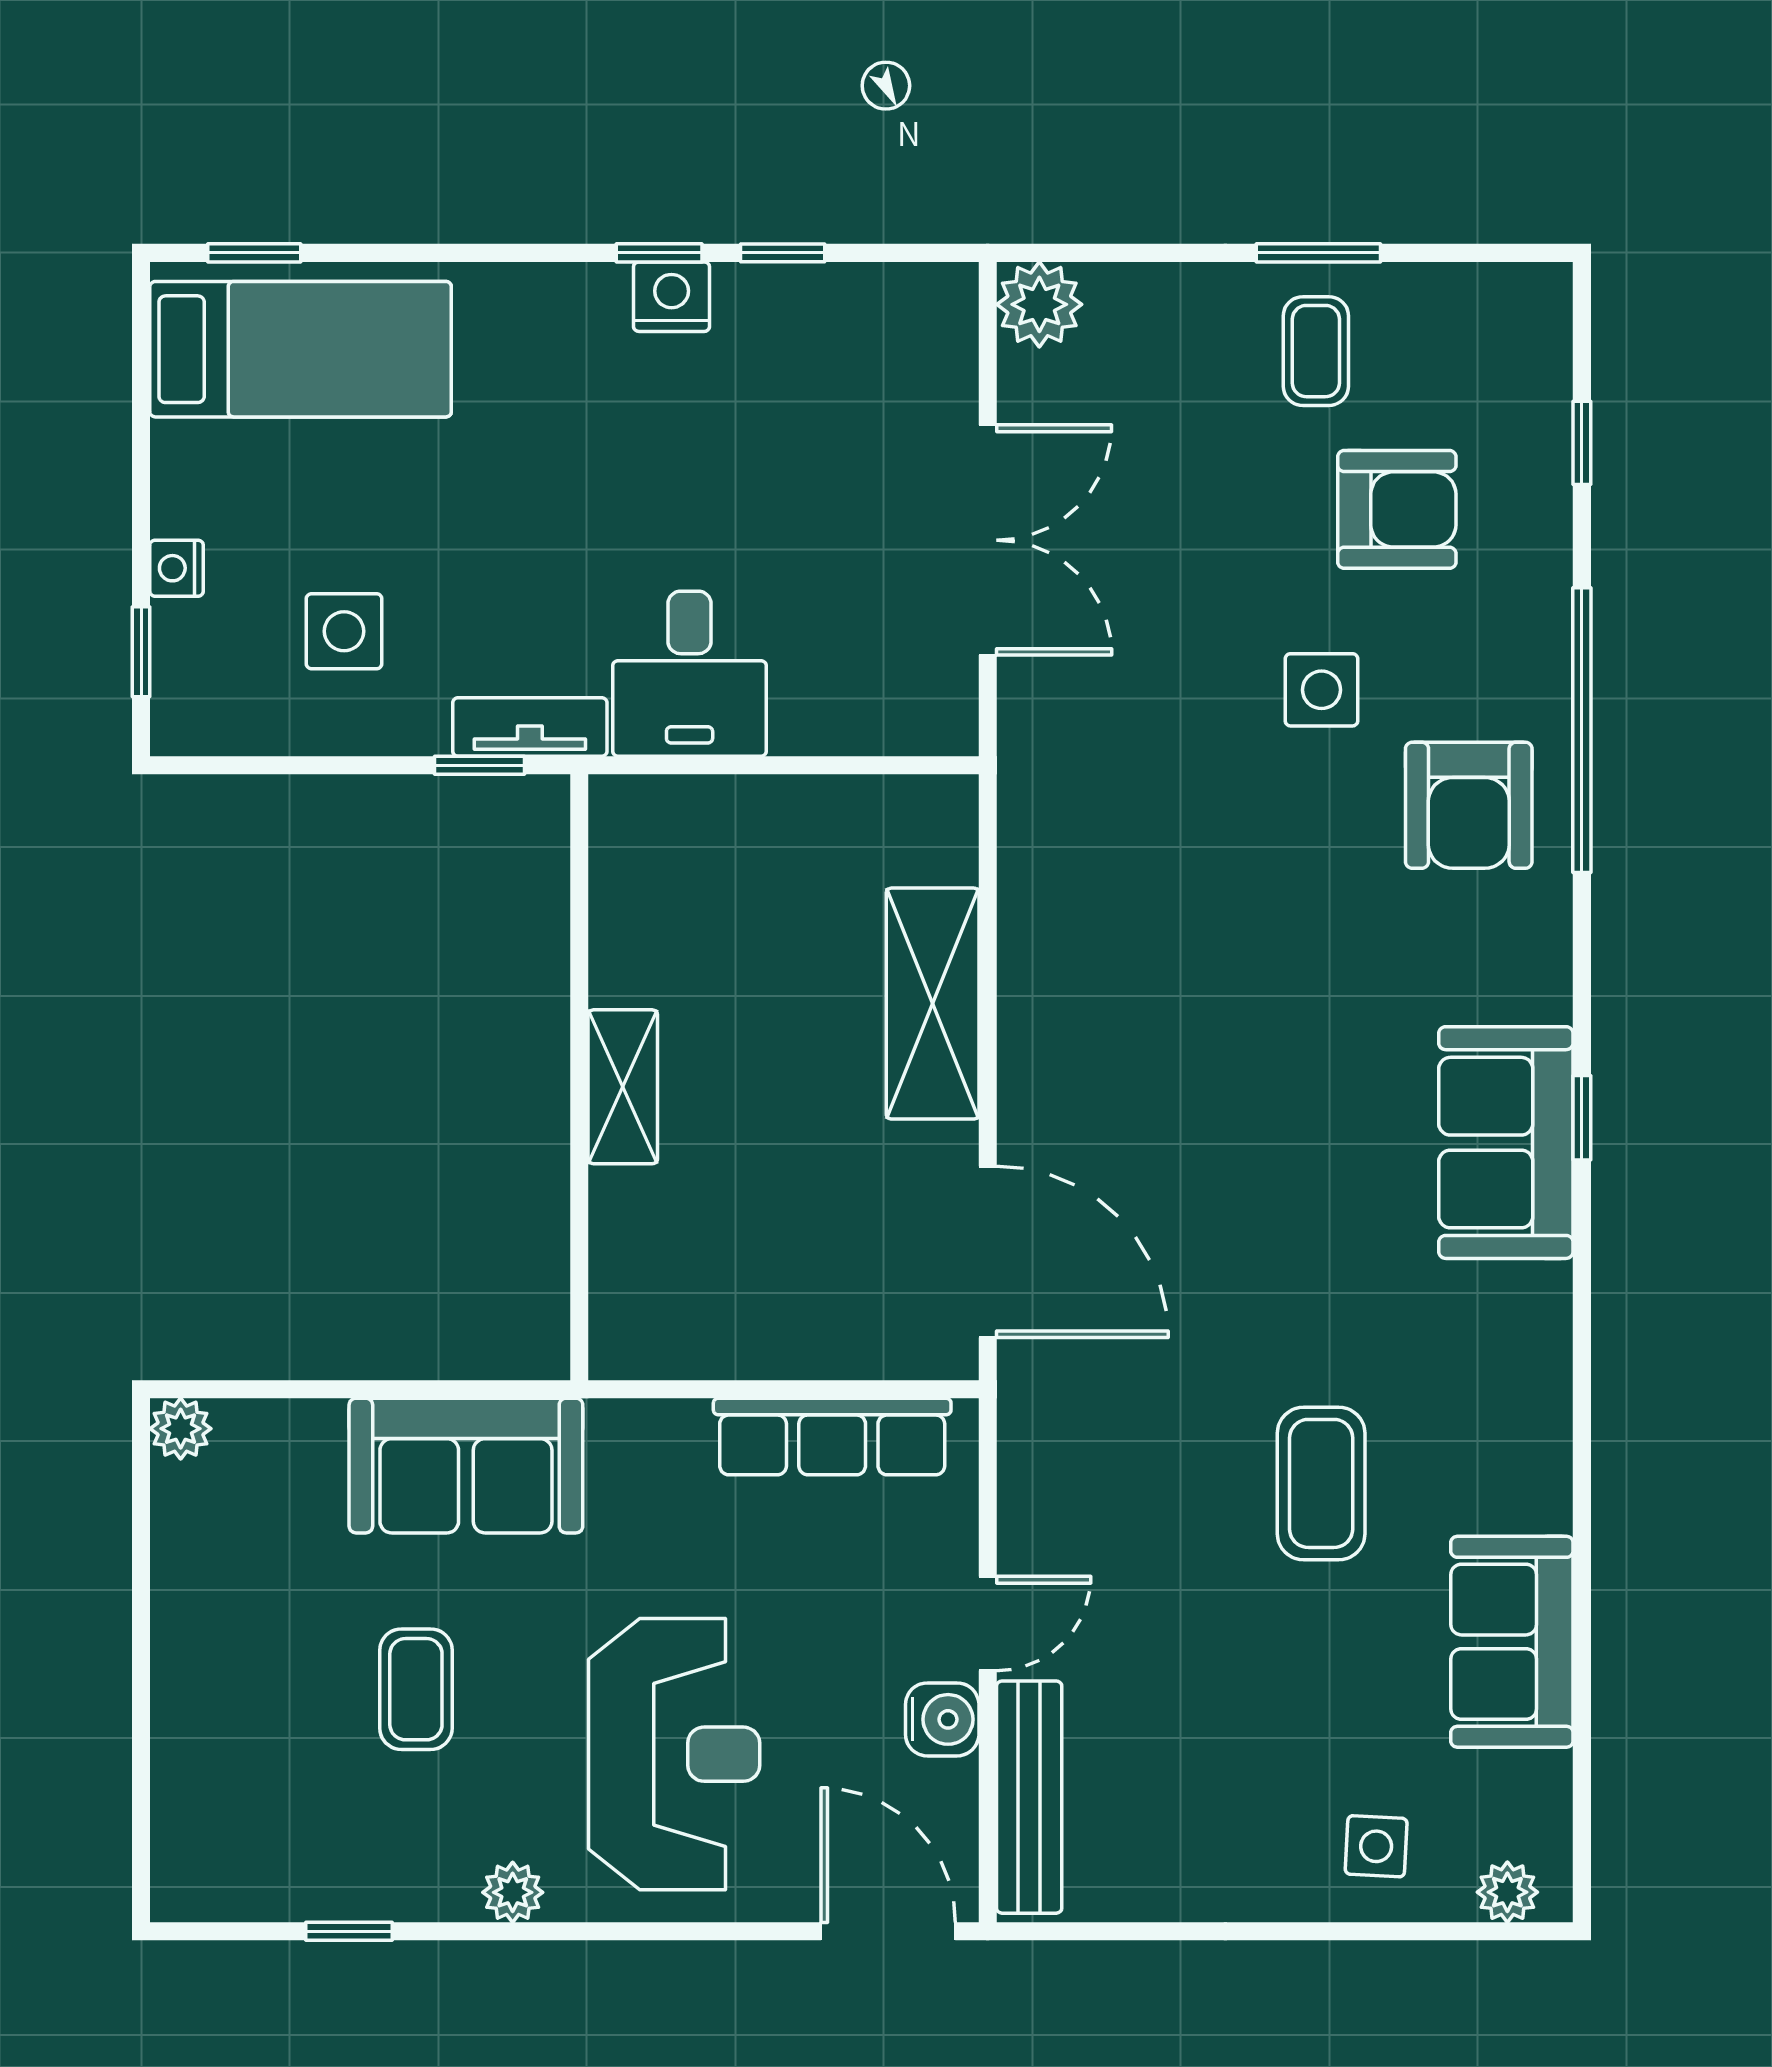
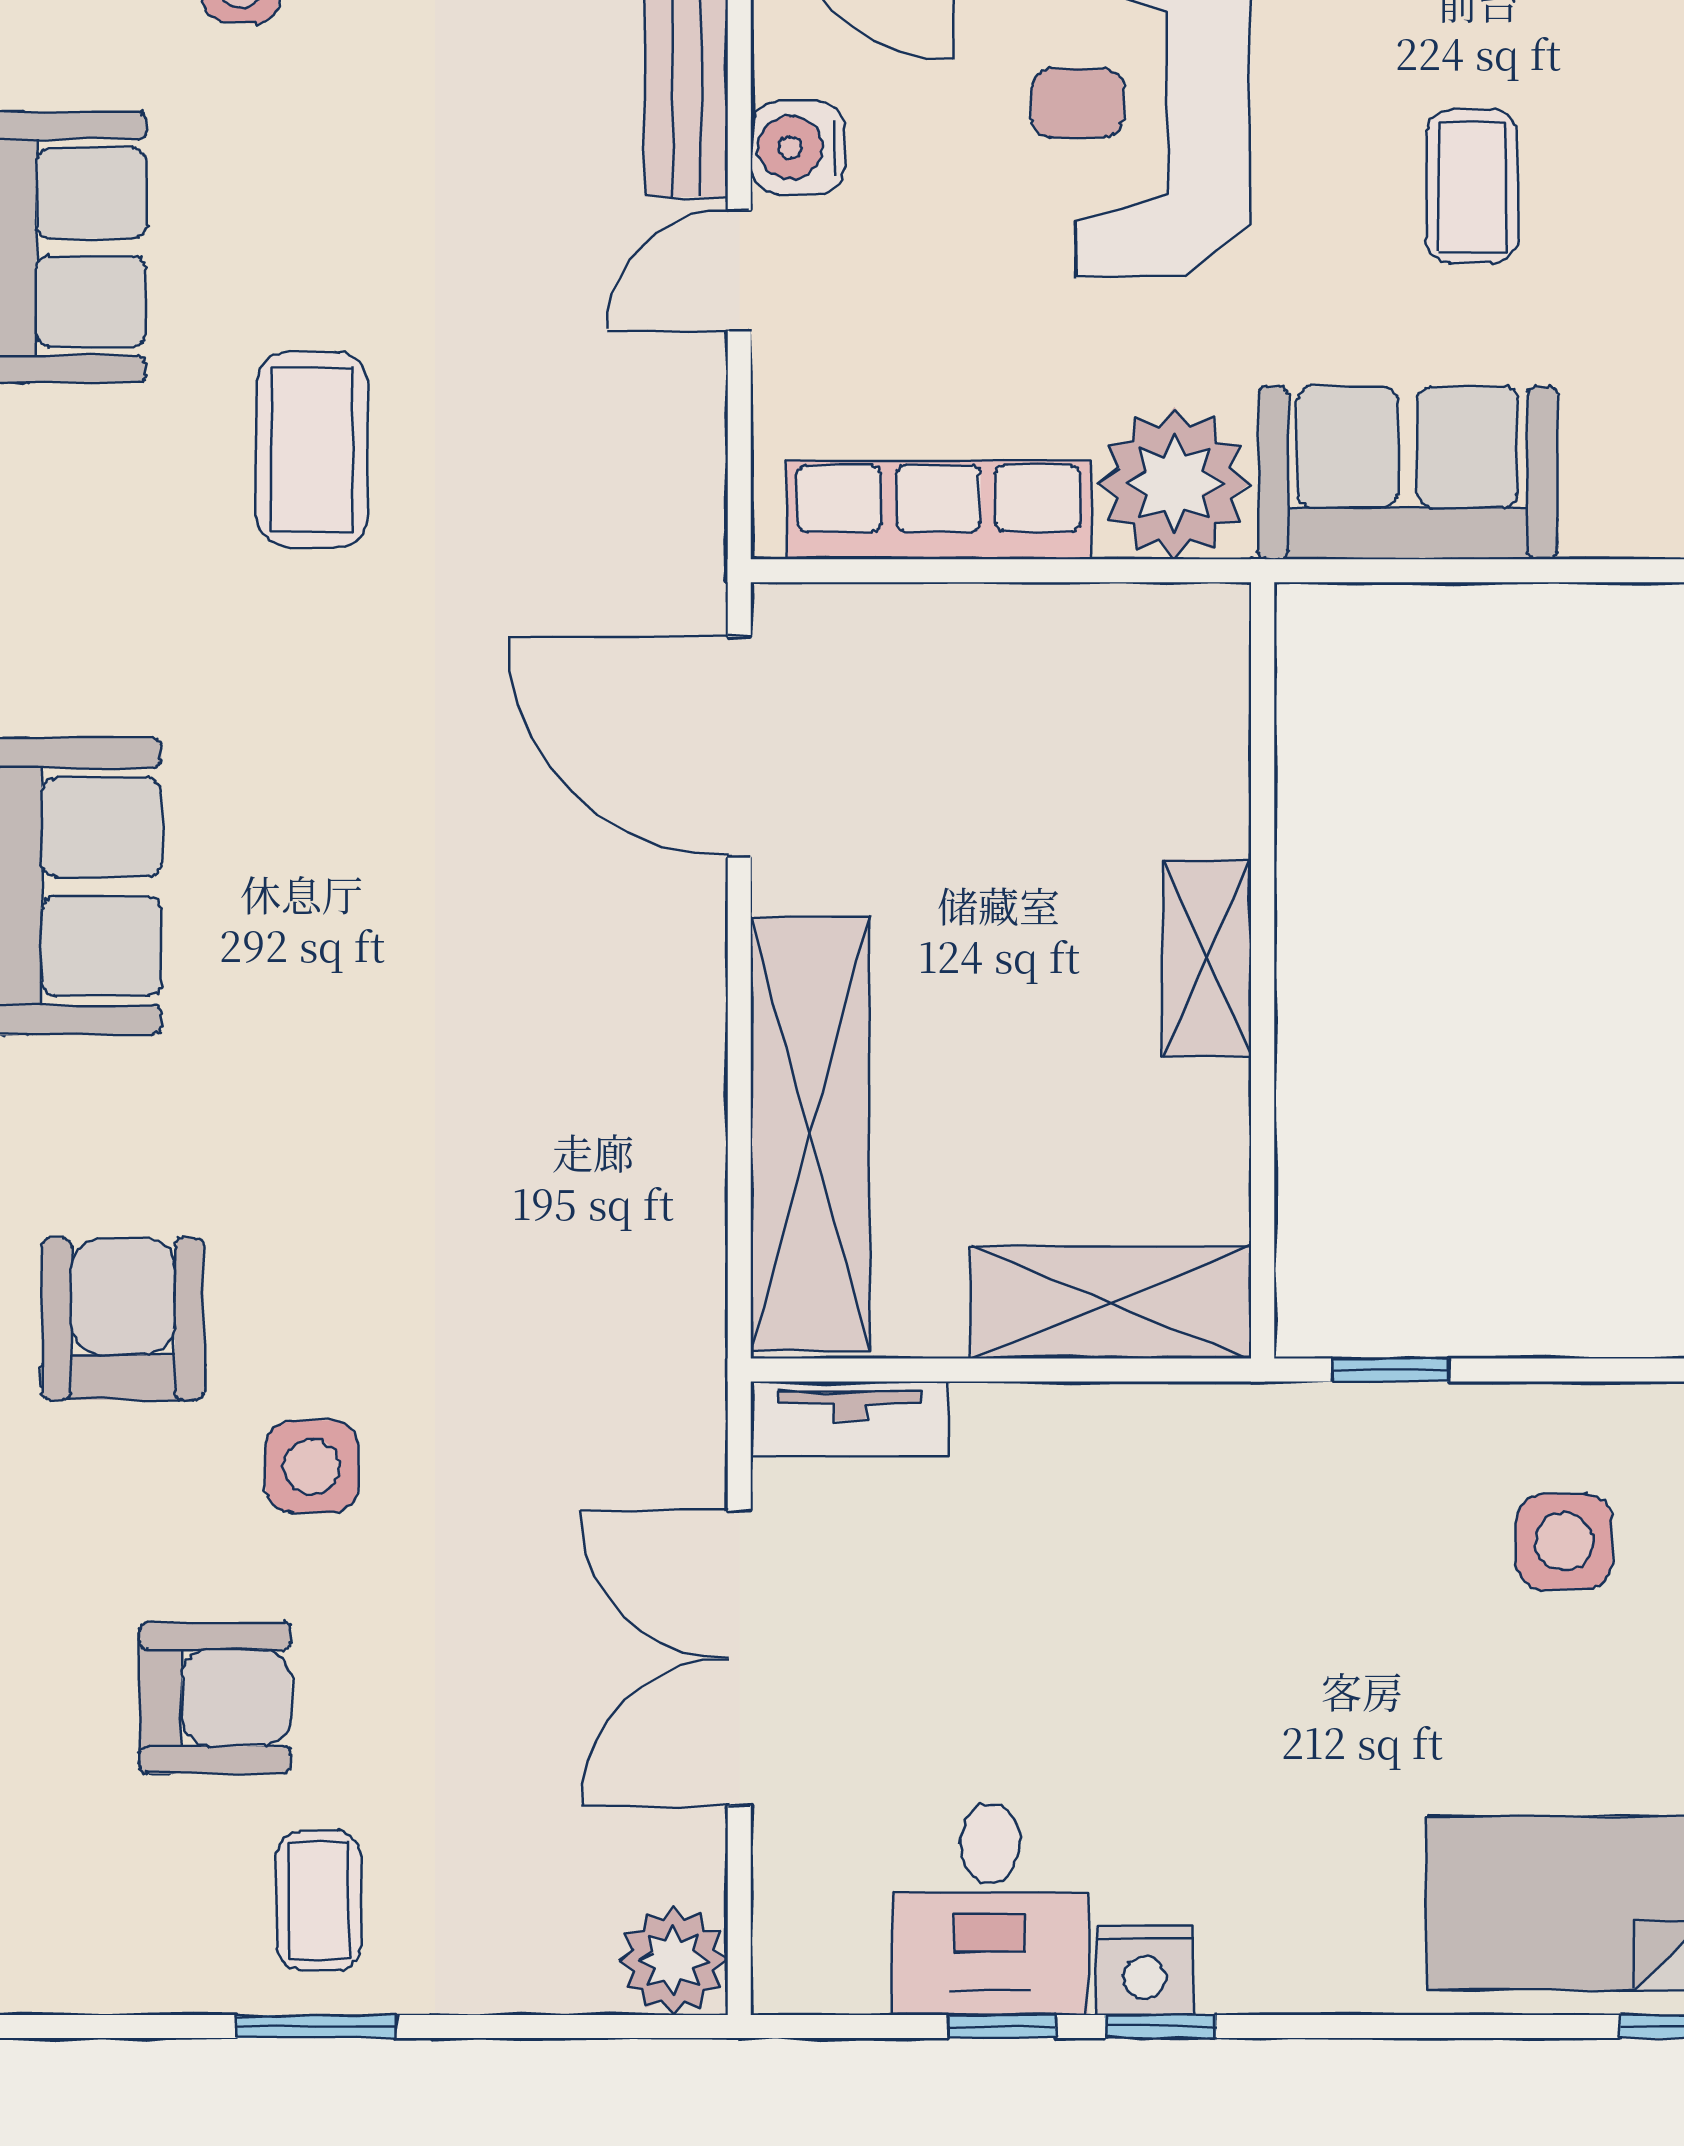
armchair: (1397, 509) -> (215, 1698), turned 180
desk: (690, 674) -> (990, 1909), moved, turned 180
tv unit: (530, 727) -> (850, 1419), moved
shelving: (698, 818) -> (1111, 1302), added
shelving: (933, 1004) -> (810, 1134), width x1.47
plant: (648, 1458) -> (1174, 483), added

